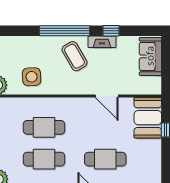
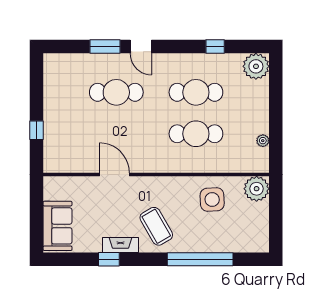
window: (64, 31) -> (200, 259), moved
booth: (148, 118) -> (61, 146), removed

